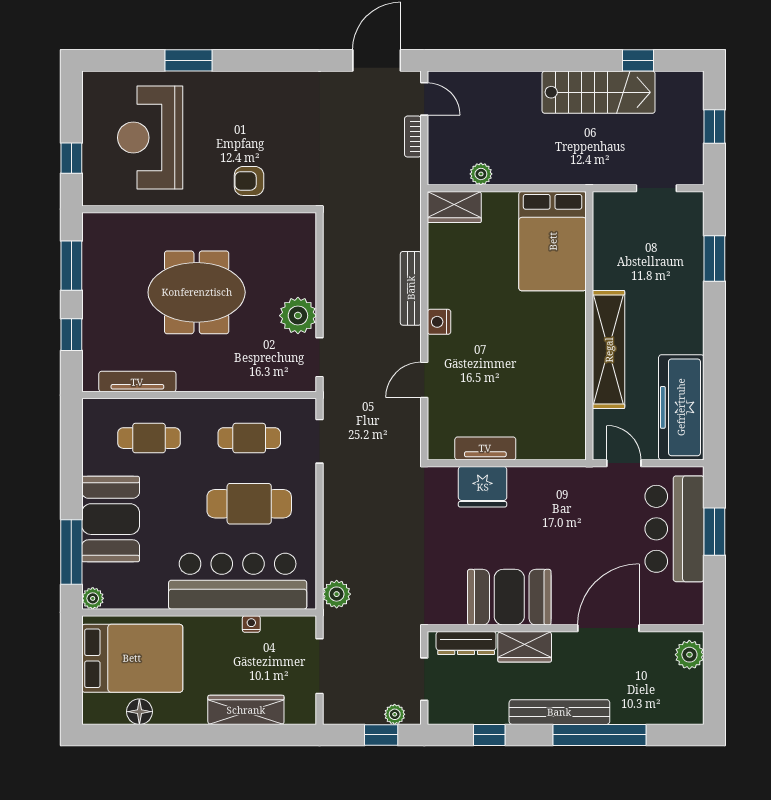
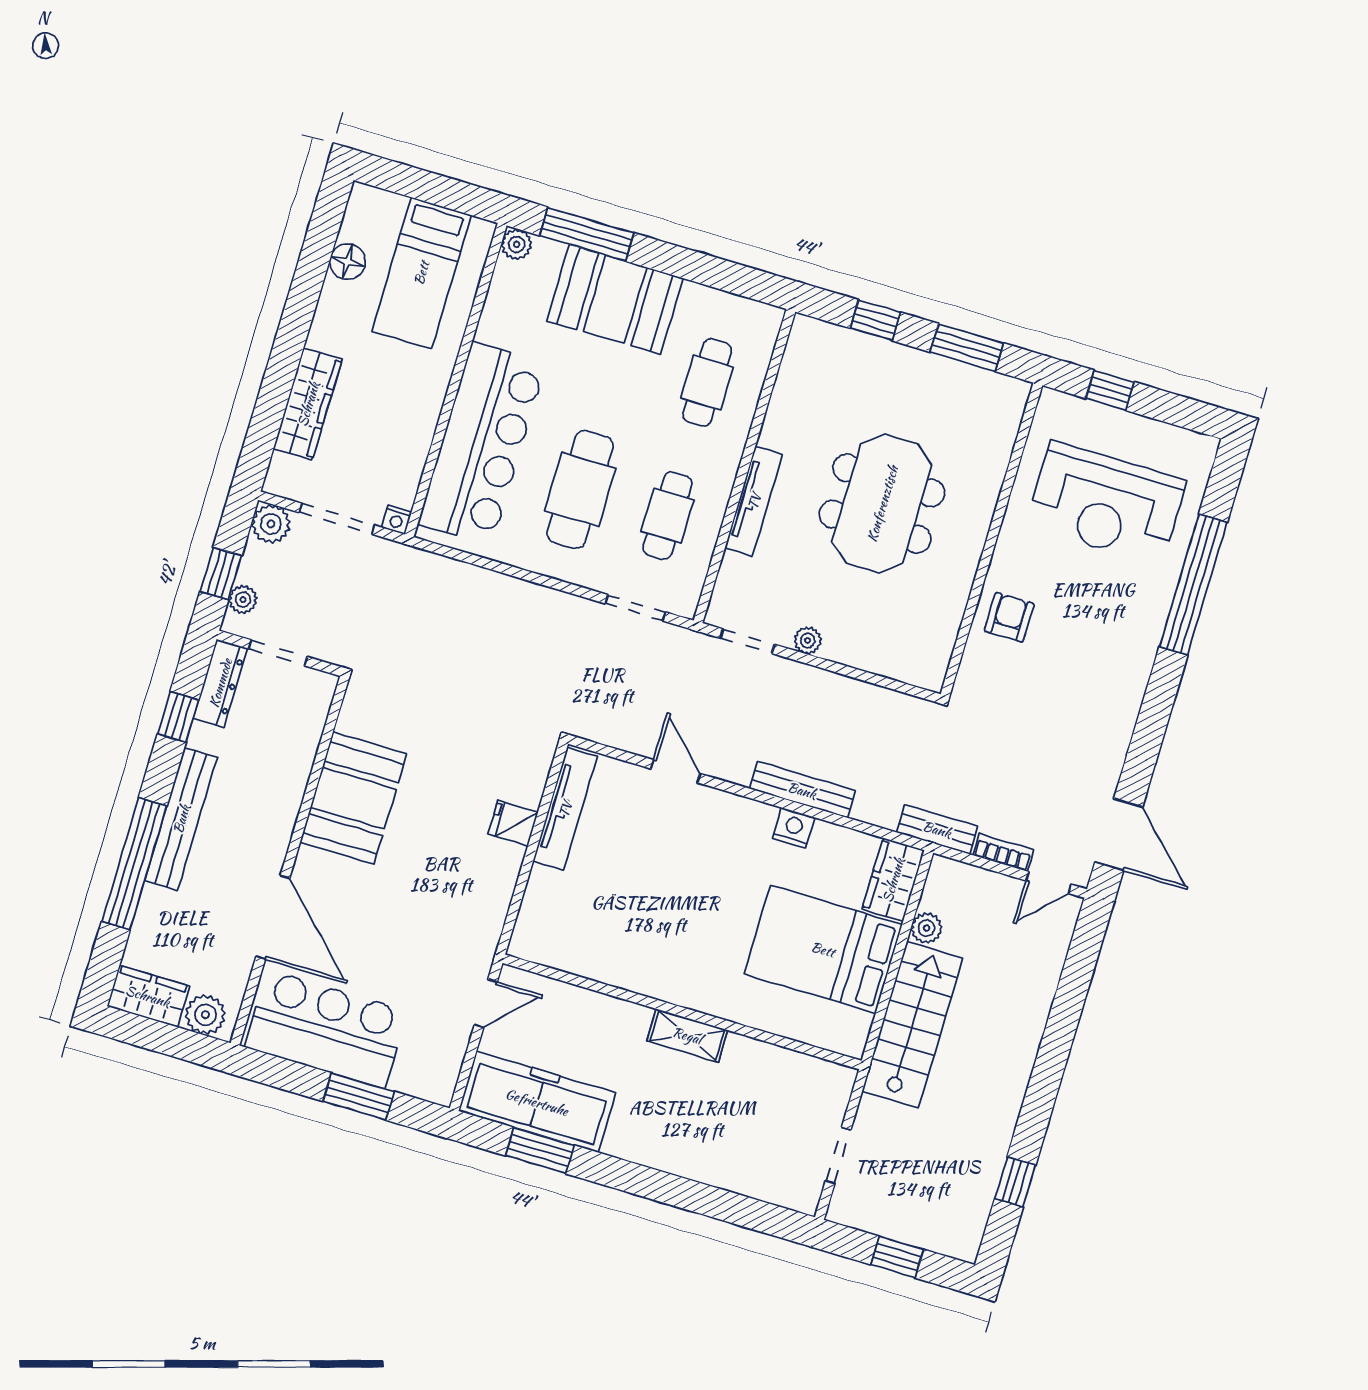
window: (188, 60) -> (1193, 585), width x2.11
stairs: (599, 92) -> (913, 1025), moved, turned 180
reception desk: (150, 138) -> (1106, 503), turned 180
bench: (411, 187) -> (937, 829), added
bed: (553, 241) -> (823, 949), moved
window: (714, 258) -> (540, 1150), moved
plant: (298, 316) -> (808, 640), width x0.53, depth x0.53
nightstand: (439, 322) -> (794, 828), moved
shelving: (609, 350) -> (687, 1035), width x0.45, depth x0.75
tv unit: (137, 382) -> (754, 501), moved
tv unit: (485, 448) -> (565, 809), width x1.41
fridge: (483, 487) -> (513, 823), width x0.53, depth x0.75
bar counter: (675, 529) -> (326, 1029), moved
plant: (337, 594) -> (271, 524), moved
nightstand: (251, 624) -> (397, 520), moved, turned 90
dresser: (466, 643) -> (220, 683), moved, turned 180
wardrobe: (525, 647) -> (148, 996), moved, turned 90
bed: (132, 658) -> (421, 273), width x0.67

